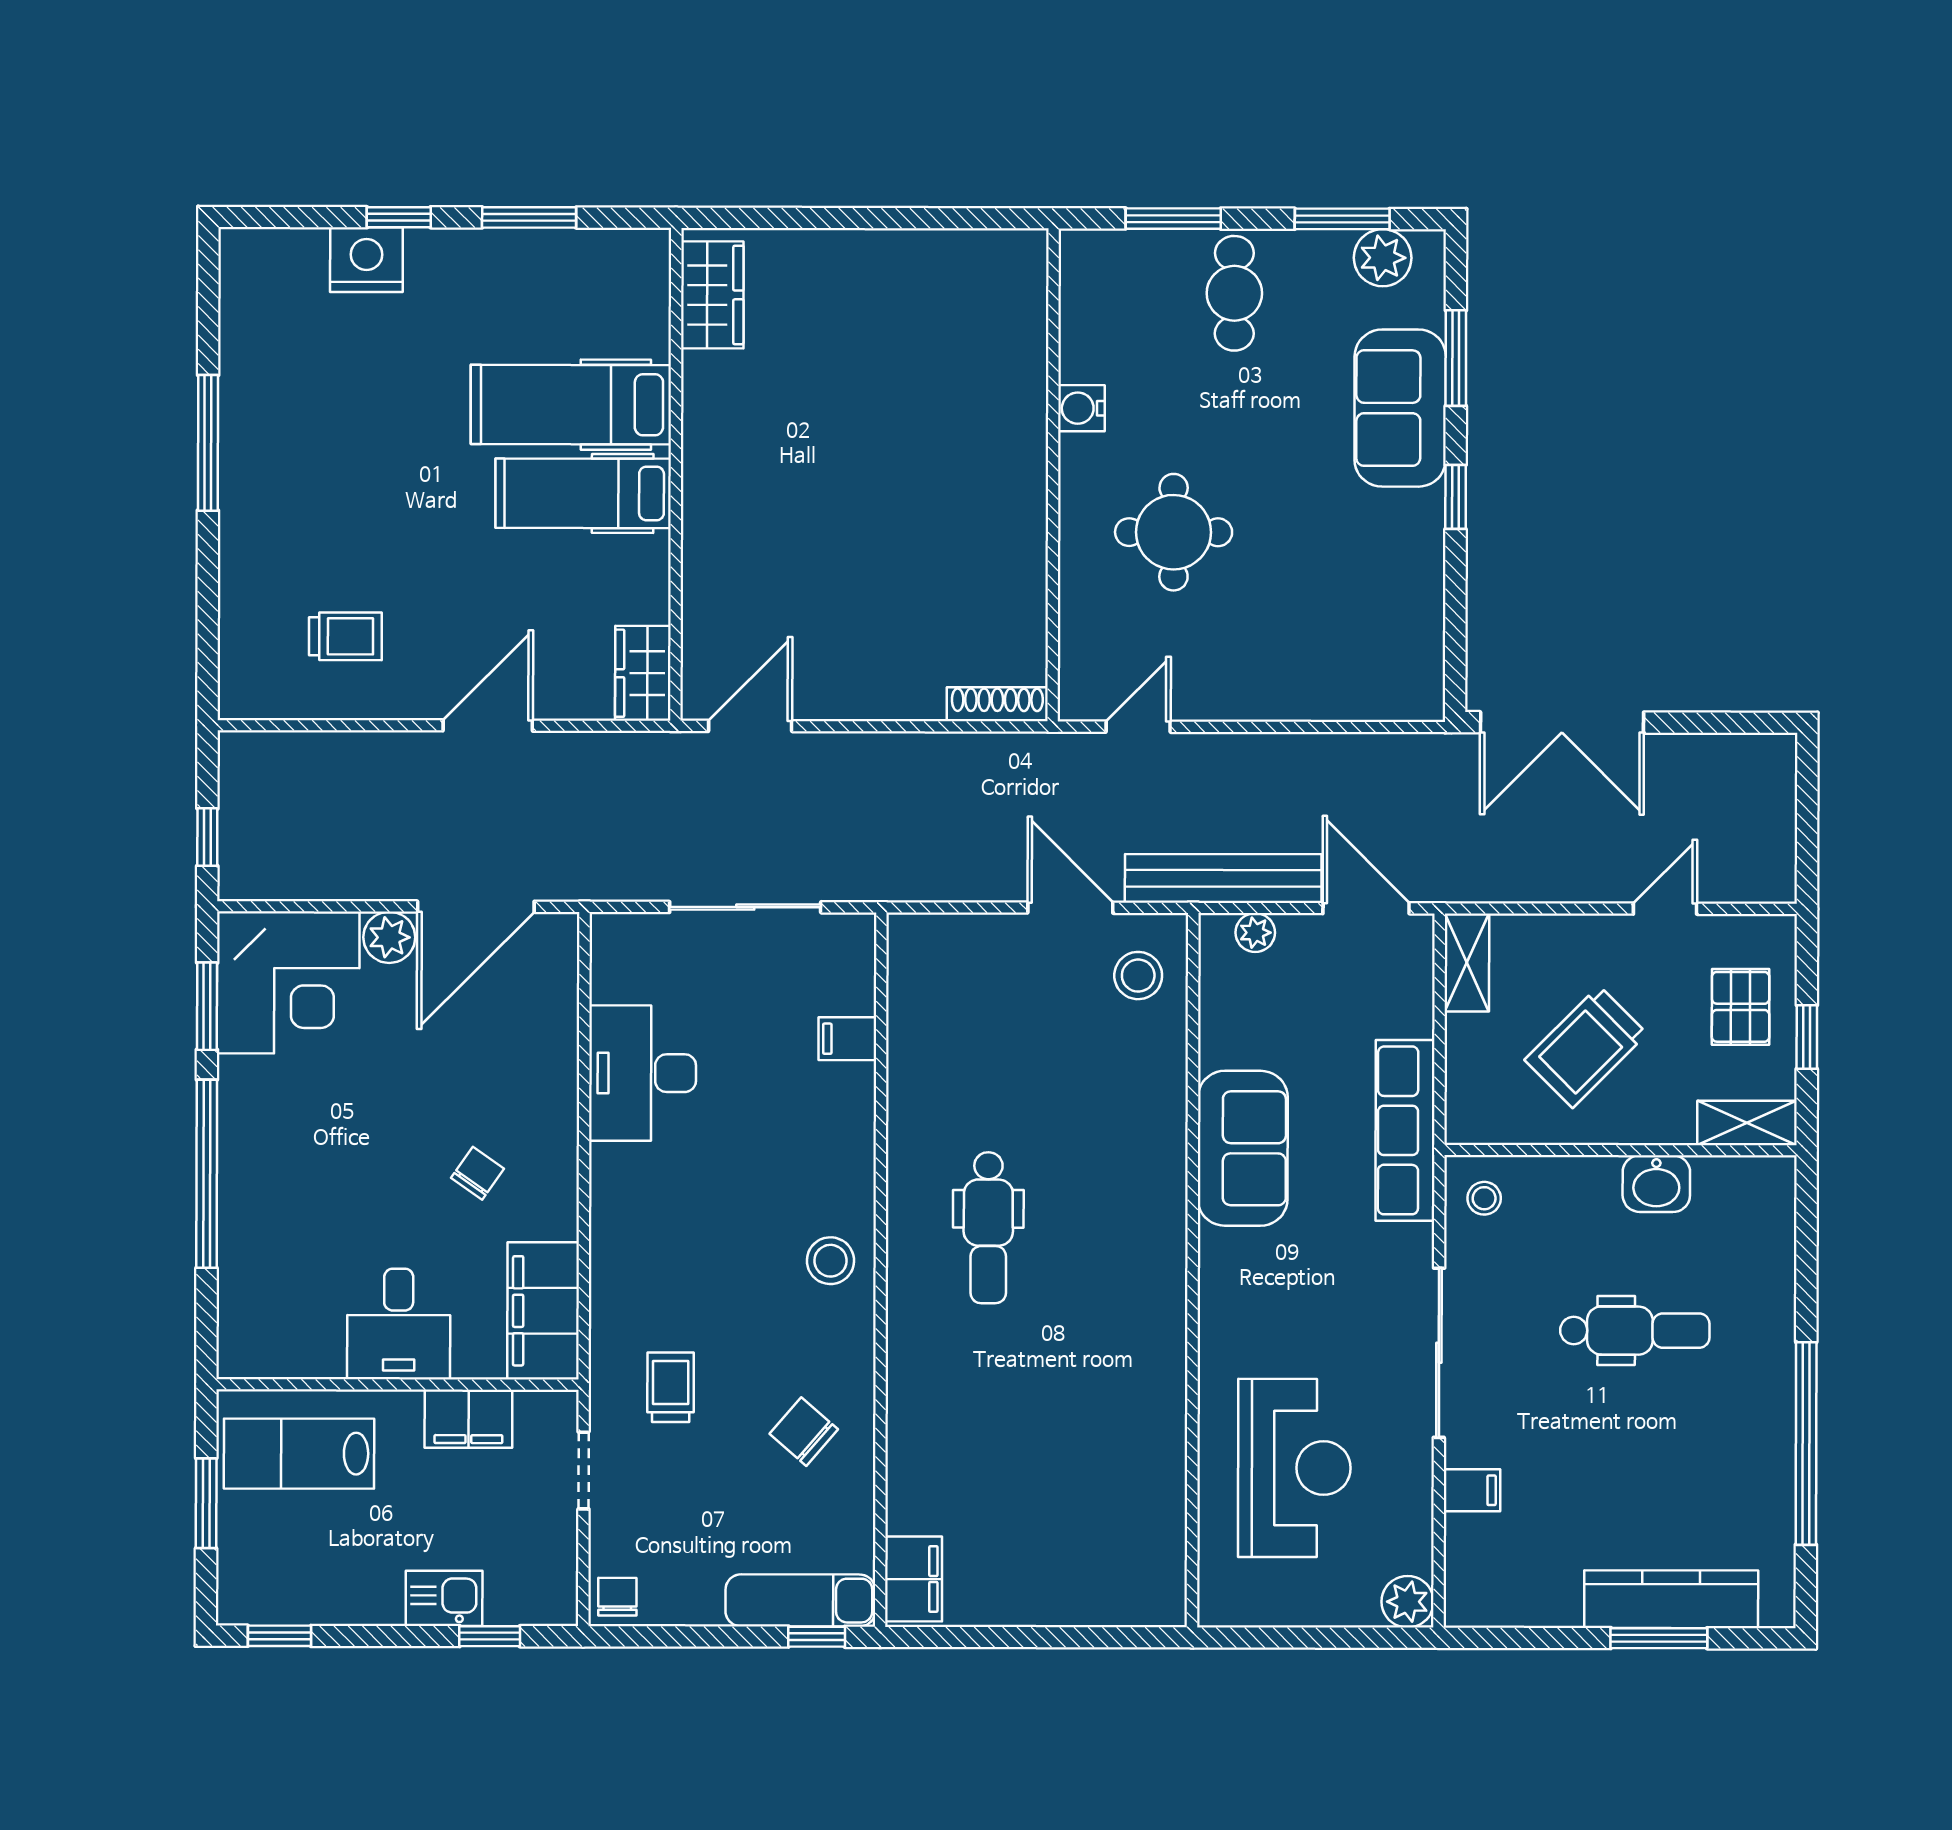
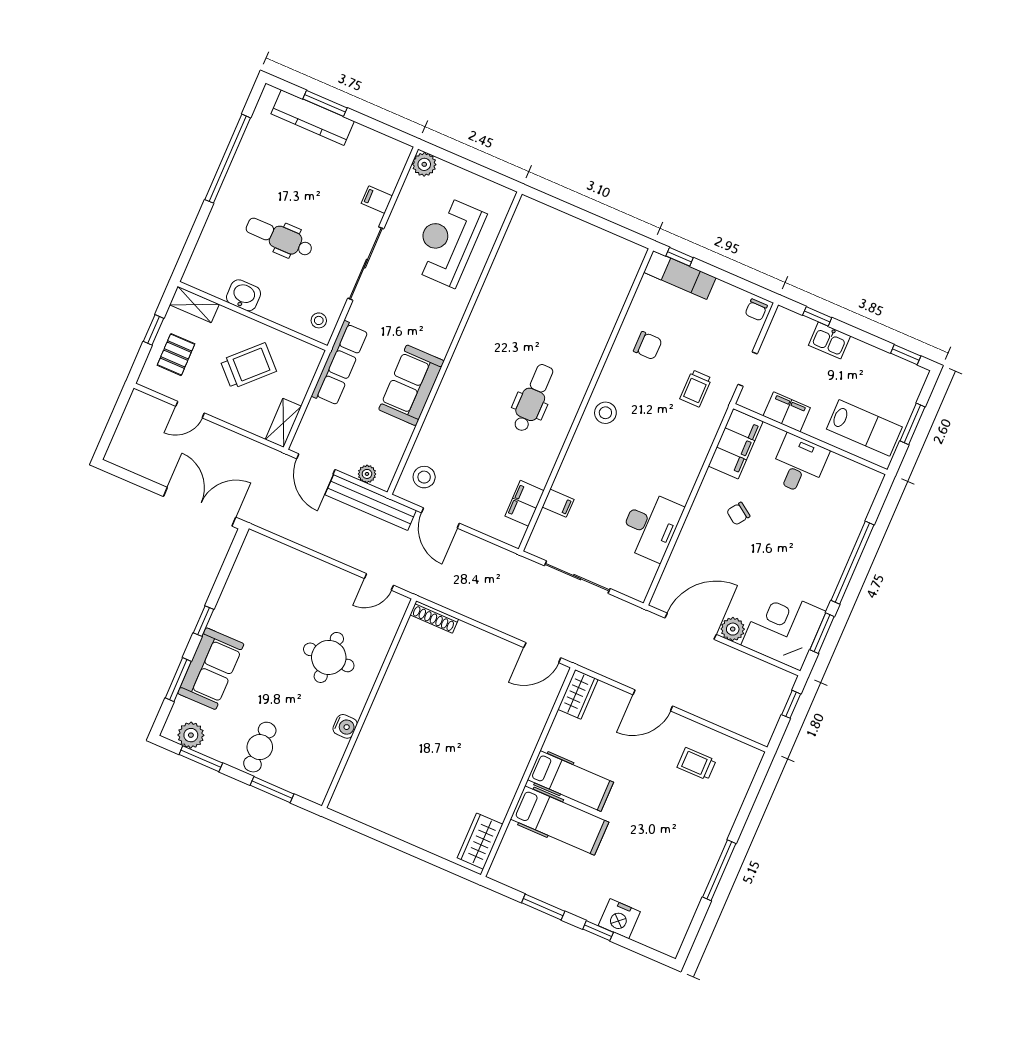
chair: (804, 1432) -> (648, 346), turned -41
filing cabinet: (914, 1579) -> (524, 503), moved

